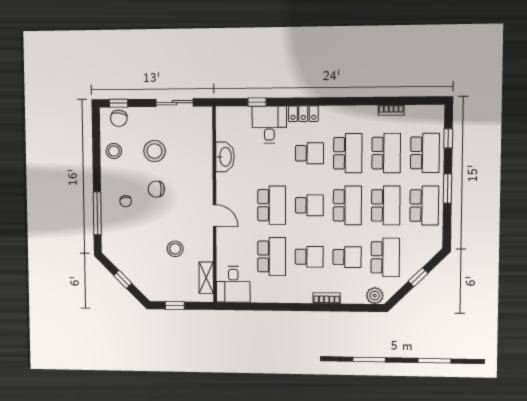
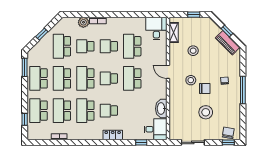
desk: (269, 125) -> (156, 129), moved, turned -90
stool: (114, 151) -> (191, 80), moved
window: (448, 189) -> (25, 67), moved
window: (97, 213) -> (243, 90), moved
piano: (122, 261) -> (228, 43), added
plant: (375, 296) -> (83, 22), moved

